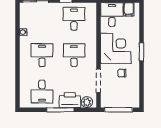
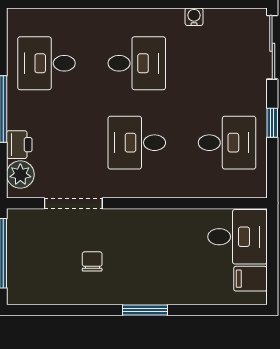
corner desk: (116, 48) -> (153, 246), removed
desk: (74, 55) -> (137, 143), turned 180
printer: (70, 100) -> (19, 145), width x0.53, depth x0.68

